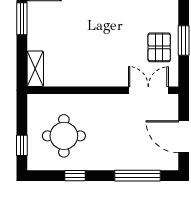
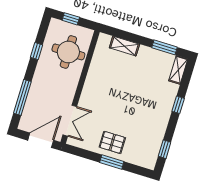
wall: (103, 90) -> (80, 87), moved
double door: (148, 90) -> (70, 121), moved

